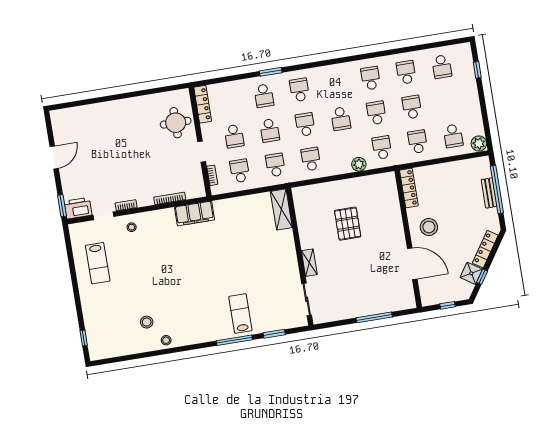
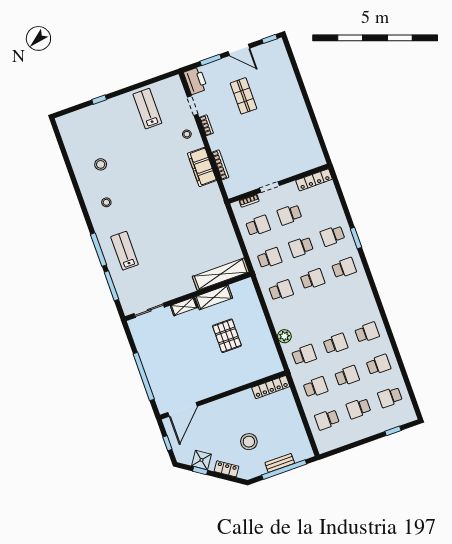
school desk: (341, 119) -> (358, 408), moved
round table: (176, 123) -> (292, 158), removed
window: (49, 124) -> (270, 39), added
plant: (479, 143) -> (324, 445), removed
shop shelf: (103, 161) -> (244, 96), added
window: (62, 206) -> (211, 60), moved
shelving: (281, 209) -> (221, 274), width x1.47
filing cabinet: (195, 213) -> (202, 167), moved
pallet: (348, 224) -> (227, 336), turned 90
stool: (429, 227) -> (249, 442), moved
shelving: (306, 230) -> (214, 297), added
locker: (485, 249) -> (226, 469), width x0.66
lab bench: (98, 263) -> (147, 109), turned 90
door: (412, 264) -> (183, 409), moved
lab bench: (240, 314) -> (125, 251), turned -90
window: (374, 317) -> (144, 377), width x1.46
window: (274, 334) -> (111, 286), width x1.44
window: (84, 338) -> (99, 100), moved
stool: (166, 340) -> (106, 202), moved

